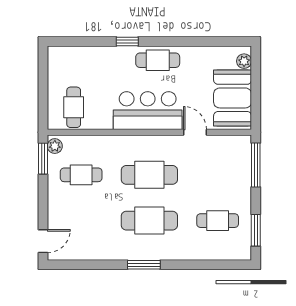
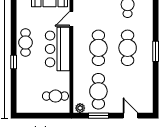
window: (43, 159) -> (99, 116), moved
cafe table: (81, 175) -> (98, 91), width x1.37, depth x1.35
door: (43, 241) -> (130, 116), moved

